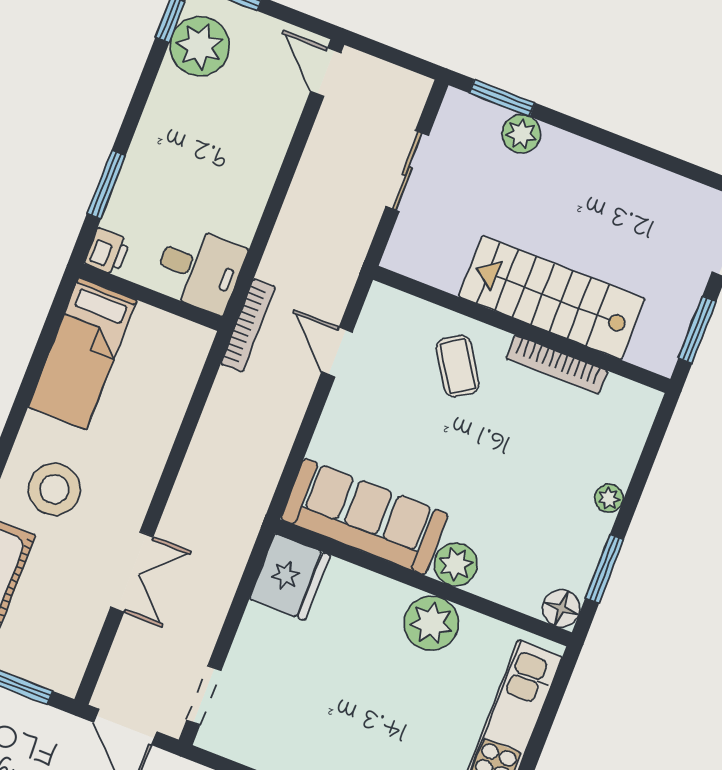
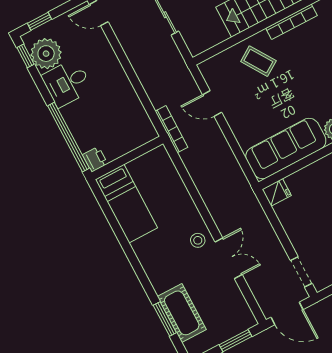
window: (106, 185) -> (68, 137), width x2.11
desk: (199, 269) -> (67, 83), moved, turned 180
stool: (54, 489) -> (198, 240), moved, width x0.53, depth x0.53
fridge: (290, 577) -> (277, 192), width x0.53, depth x0.75

